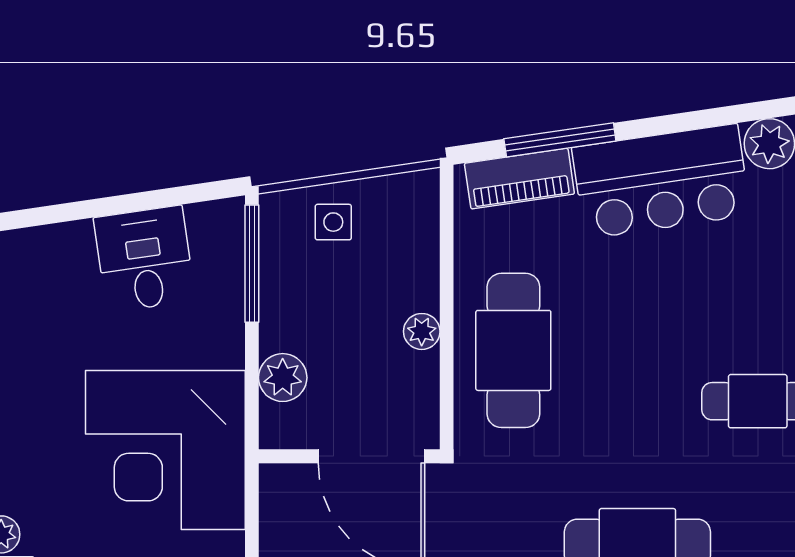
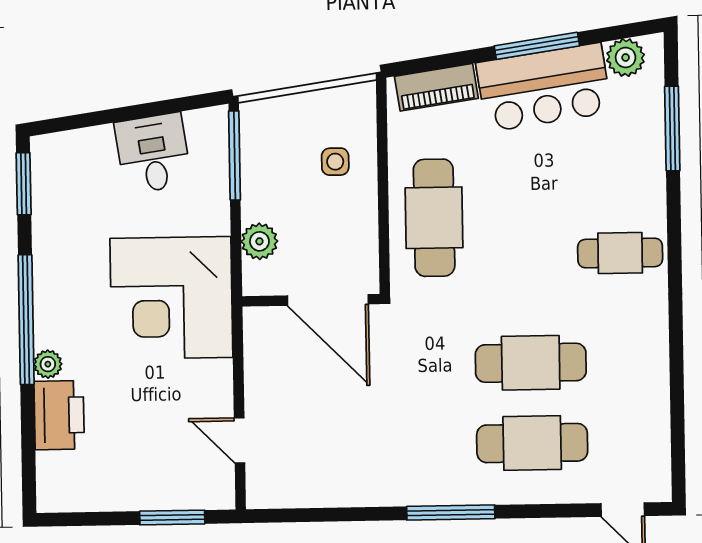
window: (560, 140) -> (537, 46), moved
side table: (333, 222) -> (335, 162), moved
plant: (422, 331) -> (364, 205), removed

